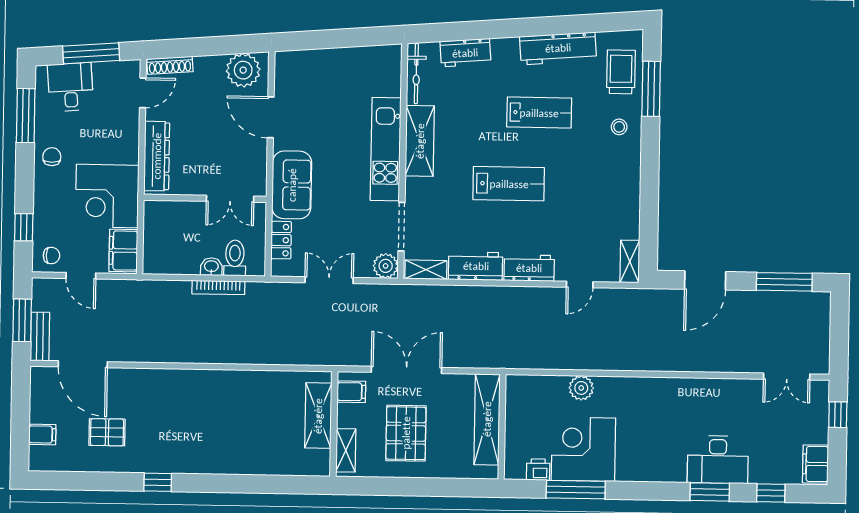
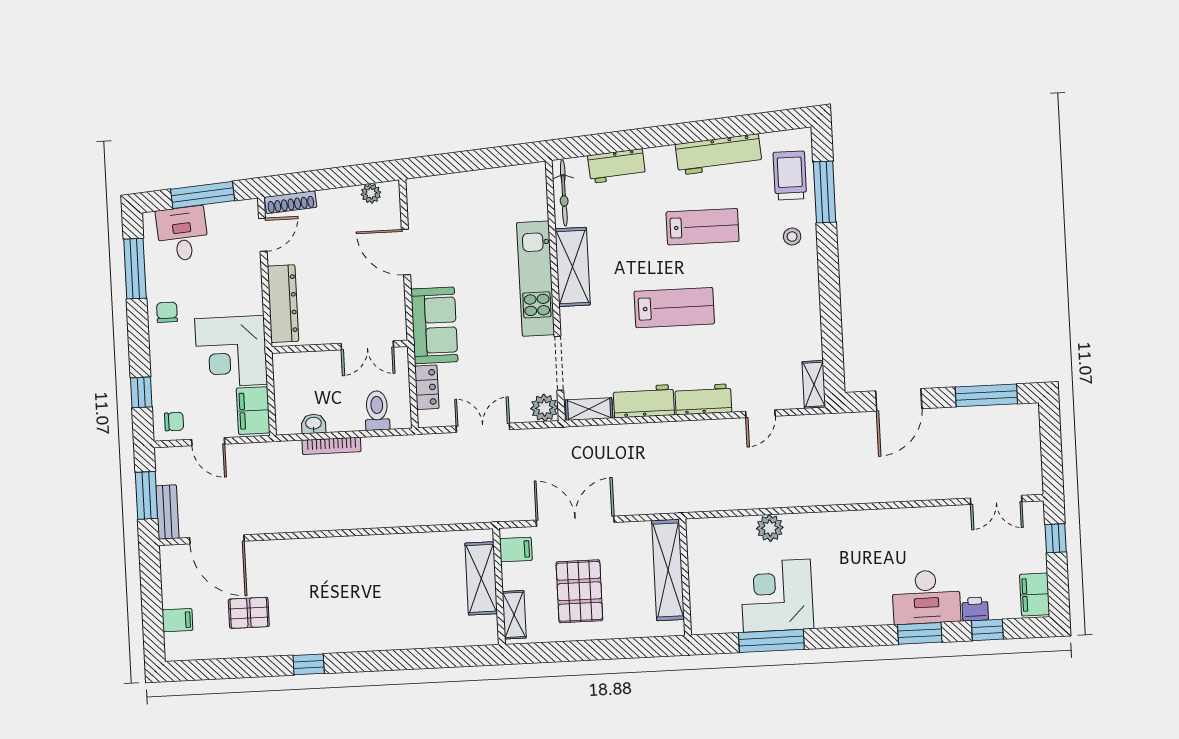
plant: (243, 70) -> (371, 193), width x0.53, depth x0.53
washbasin: (211, 267) -> (314, 424), moved
bookcase: (218, 288) -> (331, 446), moved
printer: (538, 470) -> (975, 609), moved

